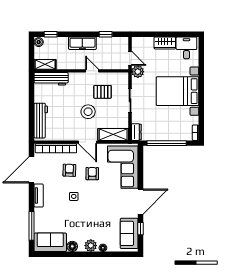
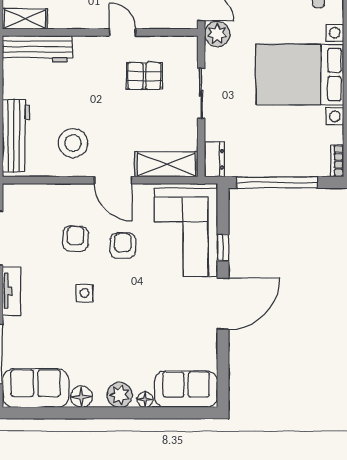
stool: (88, 112) -> (73, 143), moved
bookcase: (56, 148) -> (47, 193), removed
window: (140, 229) -> (223, 248), moved
sofa: (129, 233) -> (186, 389), moved, turned 90

